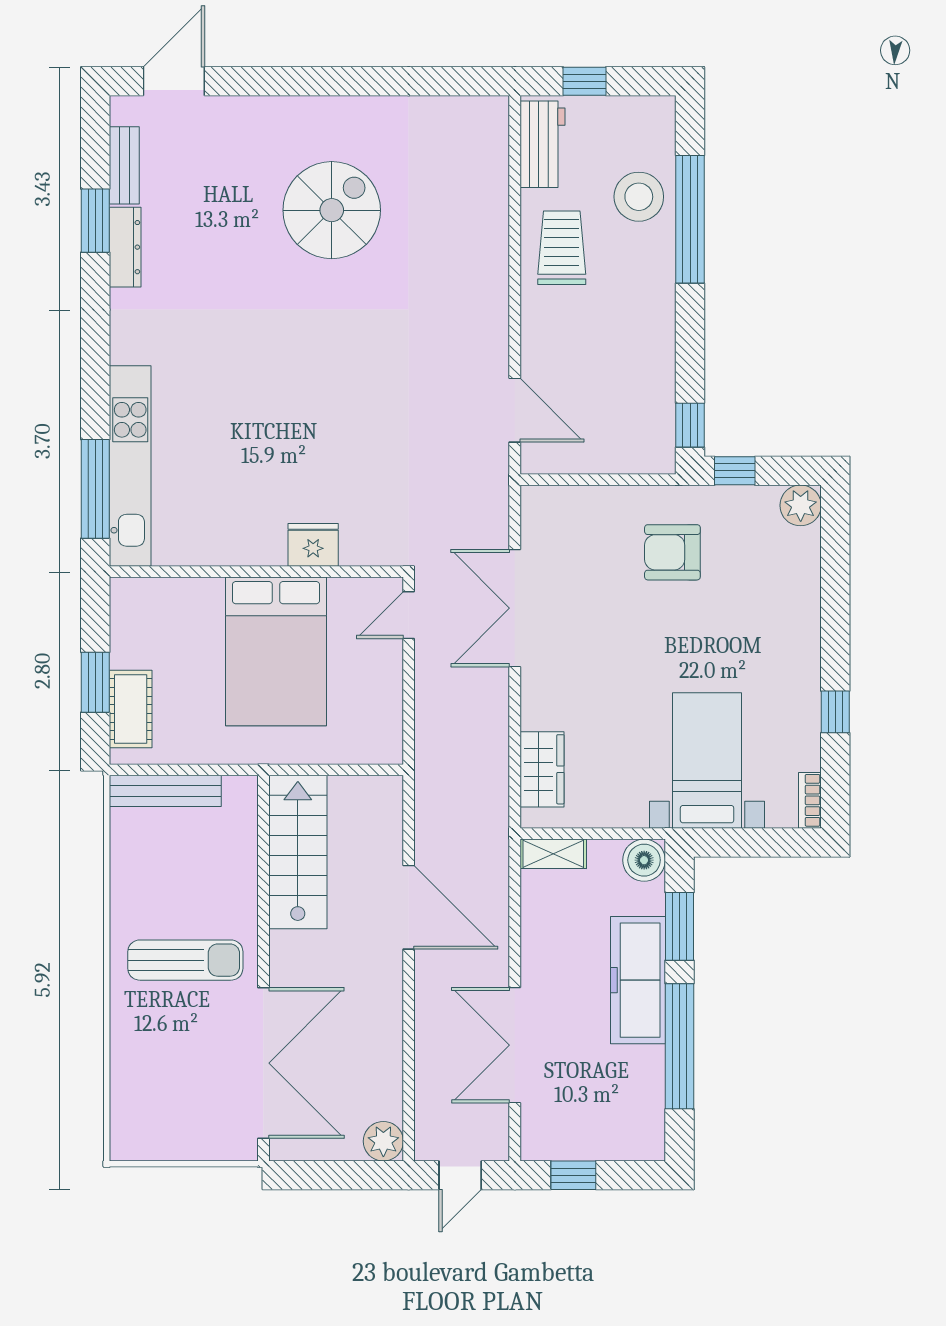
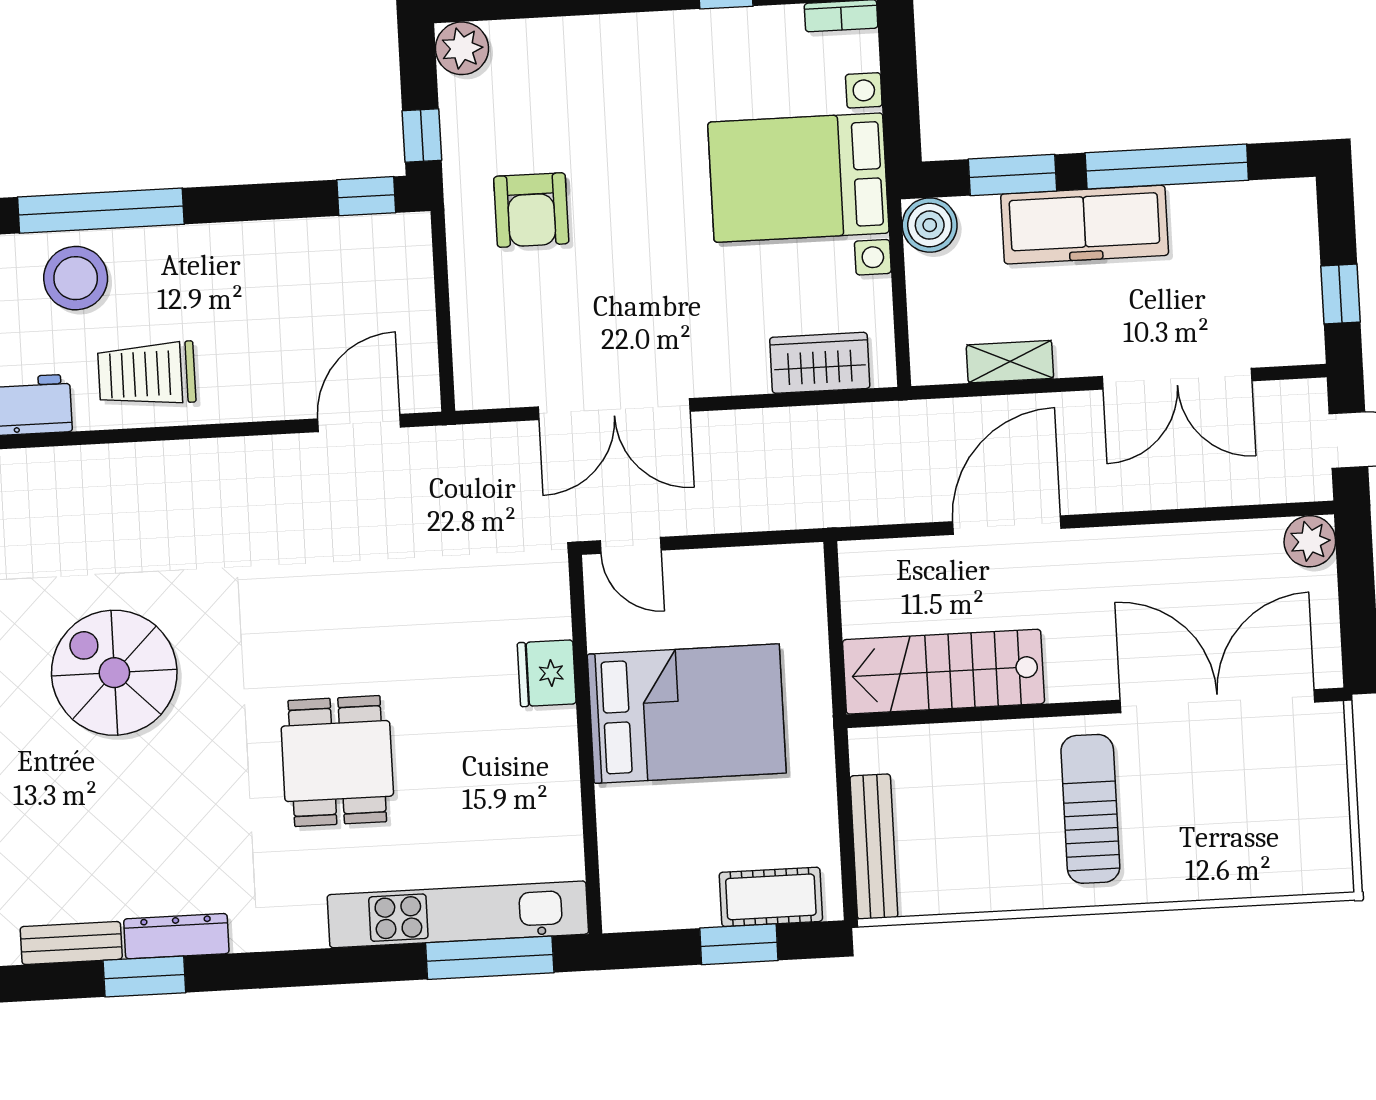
dining table: (254, 379) -> (337, 761), added
bed with nightstands: (707, 760) -> (798, 178), width x1.36
shelving: (553, 854) -> (1010, 362), moved, turned 90

